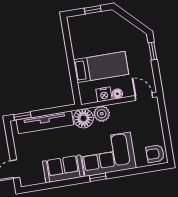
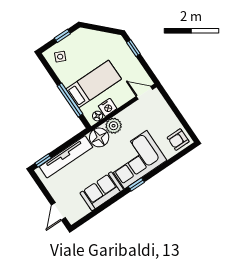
side table: (82, 28) -> (60, 57), added
window: (73, 72) -> (70, 100), added
floor lamp: (117, 94) -> (98, 116), moved

